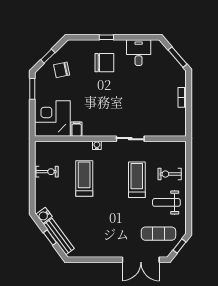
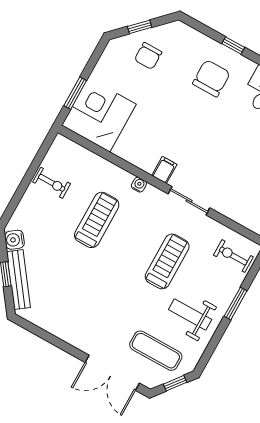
chair: (104, 63) -> (211, 78), turned -90
chair: (62, 70) -> (148, 56), turned -78
window: (32, 89) -> (75, 93), moved
filing cabinet: (77, 129) -> (164, 170), moved
exercise bike: (170, 174) -> (233, 256), moved
window: (189, 182) -> (236, 304), added

